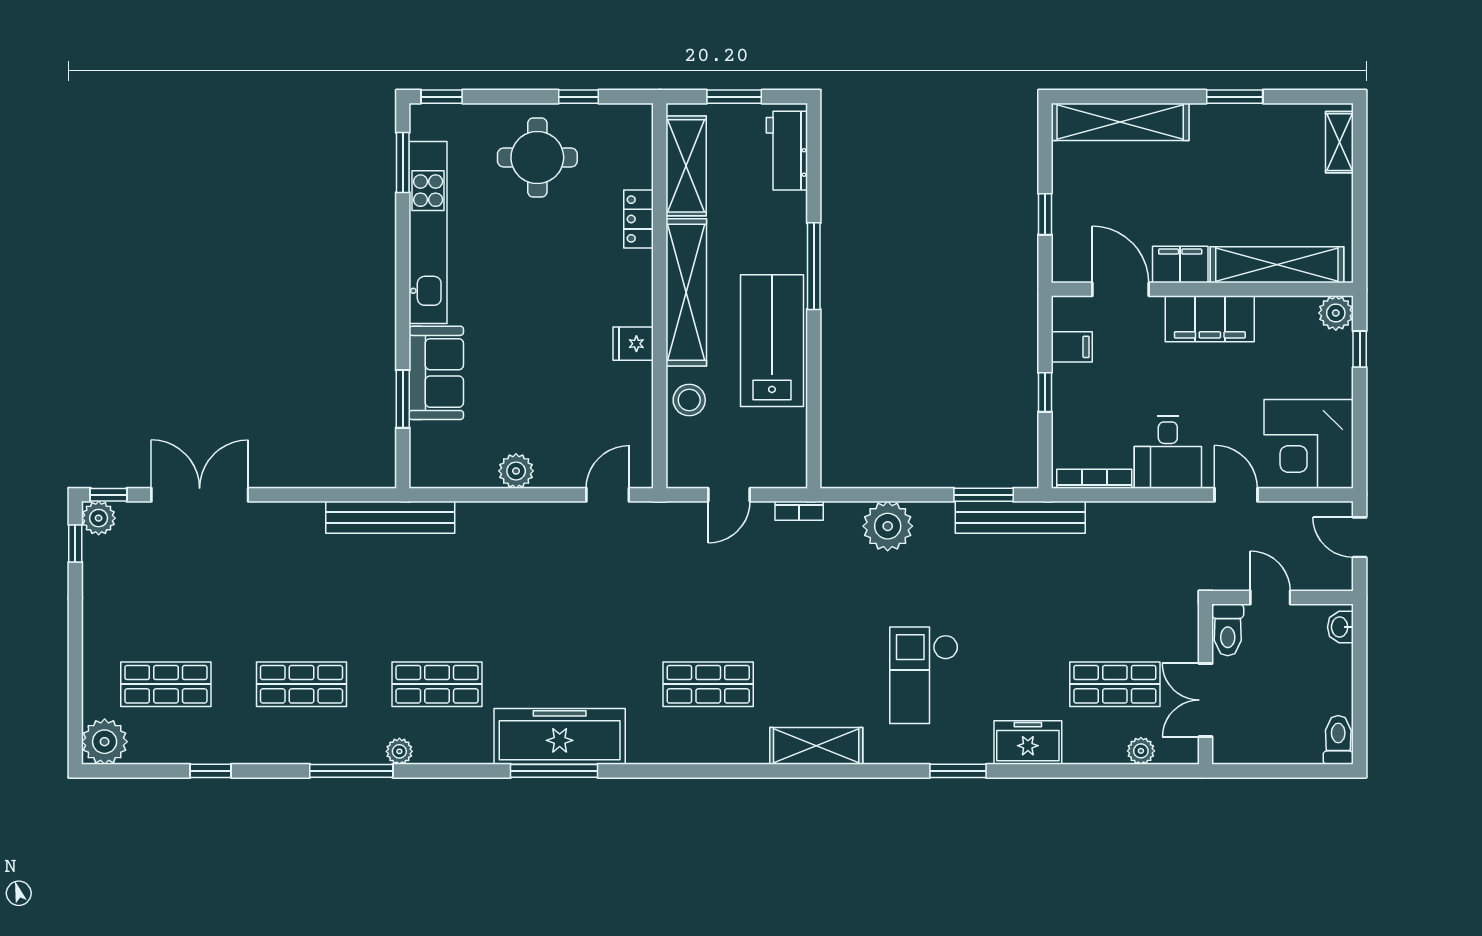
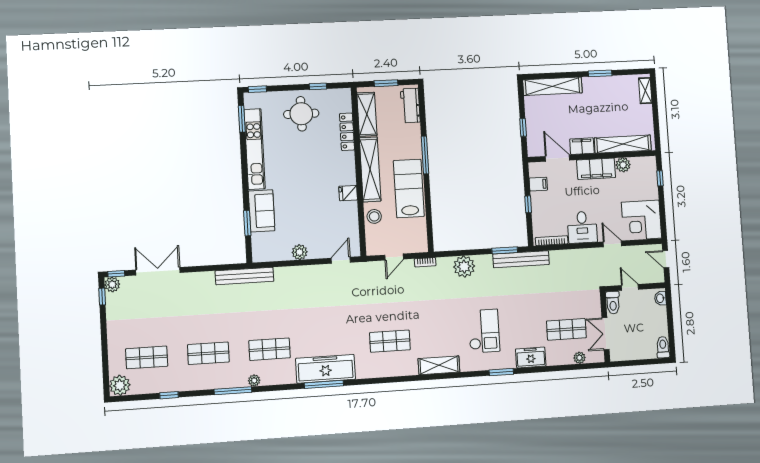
locker: (639, 219) -> (347, 132), width x1.53
plant: (1336, 313) -> (623, 165), moved
checkout: (924, 675) -> (484, 331), turned 180

